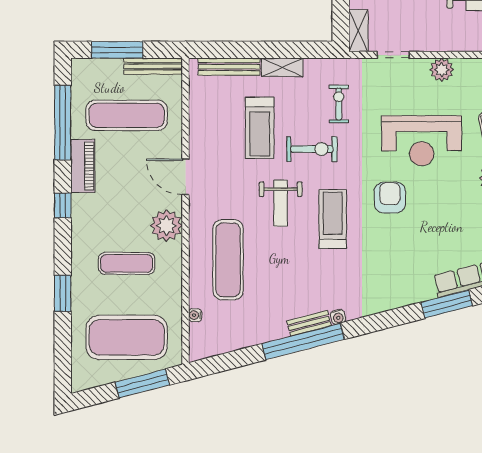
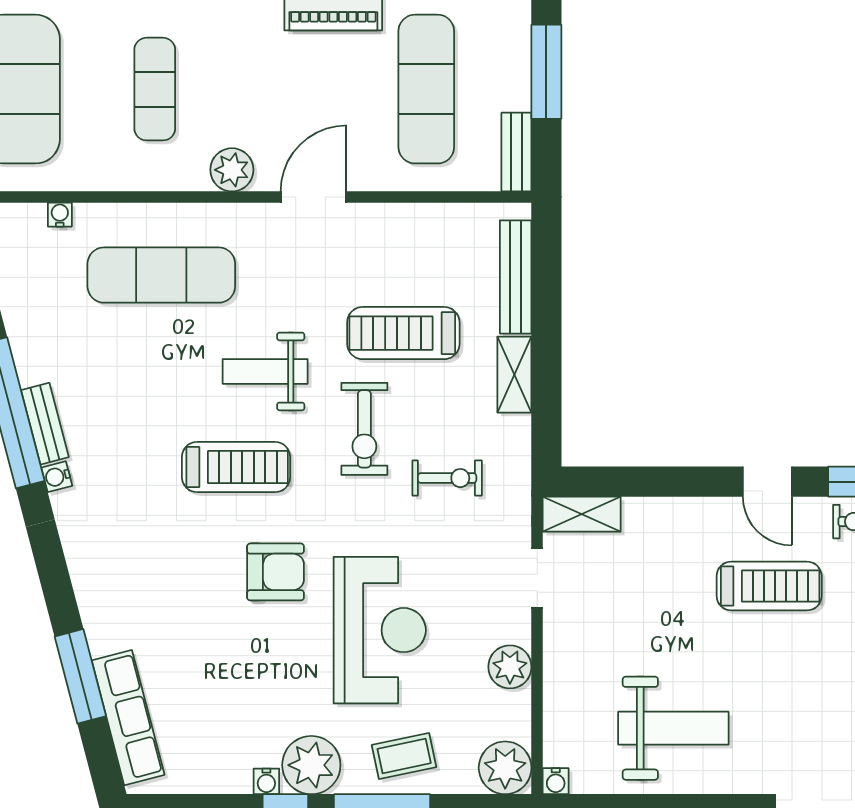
bench: (153, 66) -> (516, 152), width x0.73
reception desk: (422, 141) -> (380, 630), turned 180
plant: (166, 226) -> (232, 170), width x0.73, depth x0.73

